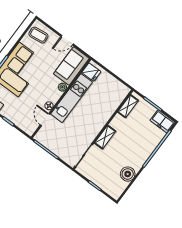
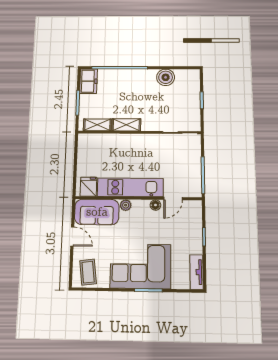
shelving: (105, 137) -> (126, 125), moved

